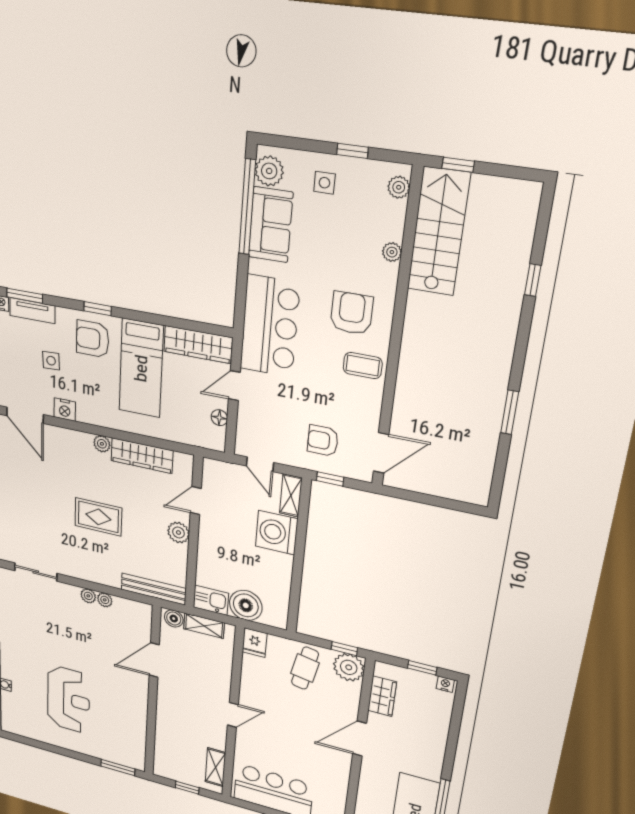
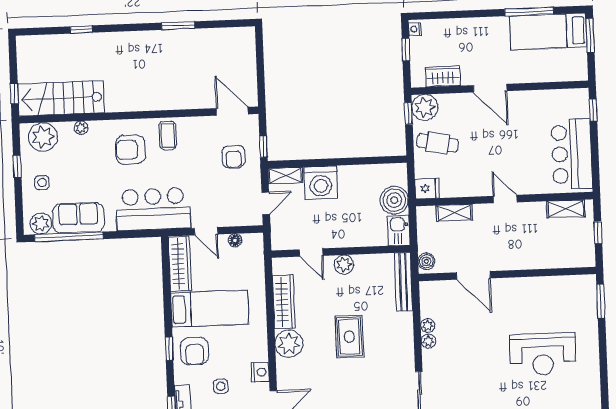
plant: (399, 187) -> (43, 137), width x1.88, depth x1.88
plant: (102, 444) -> (289, 344), width x1.88, depth x1.88
shelving: (204, 626) -> (454, 213), moved, turned 90
reception desk: (68, 699) -> (543, 354), turned 180

